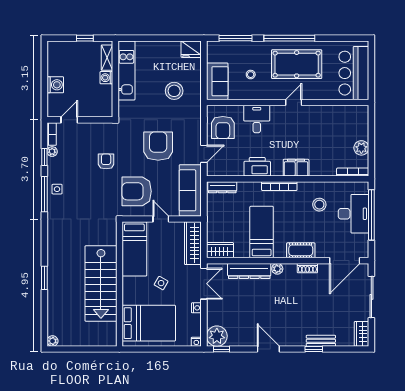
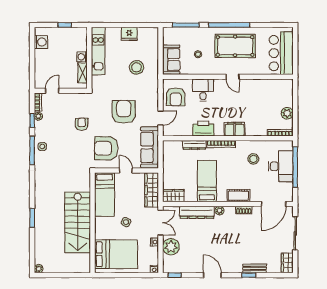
fridge: (191, 49) -> (129, 34), moved
shelving: (107, 58) -> (83, 73), moved
washing machine: (55, 85) -> (41, 42), moved
door: (294, 102) -> (233, 77), swing flipped
dresser: (222, 187) -> (194, 145), moved
plant: (217, 336) -> (171, 247), moved

